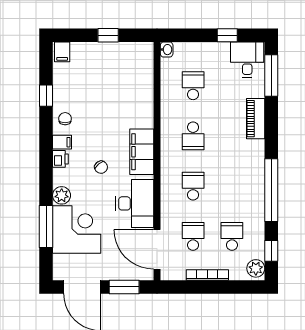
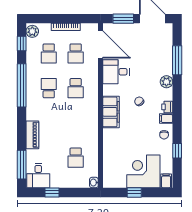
school desk: (193, 136) -> (49, 88), moved
desk: (135, 203) -> (116, 72), width x0.73
corner desk: (77, 229) -> (143, 171), moved, turned 90

